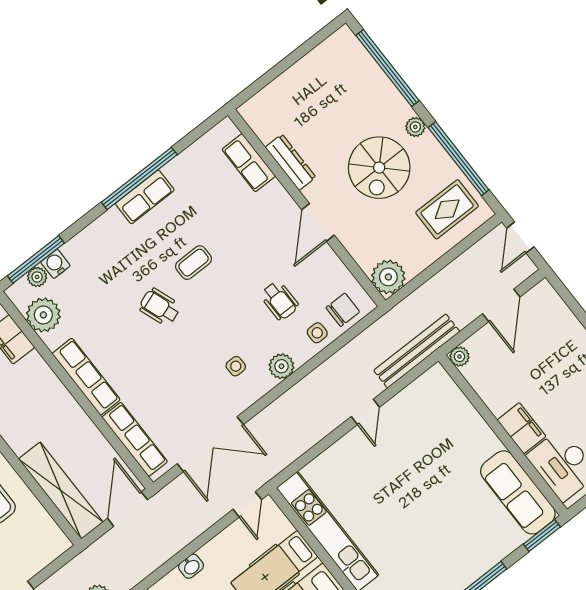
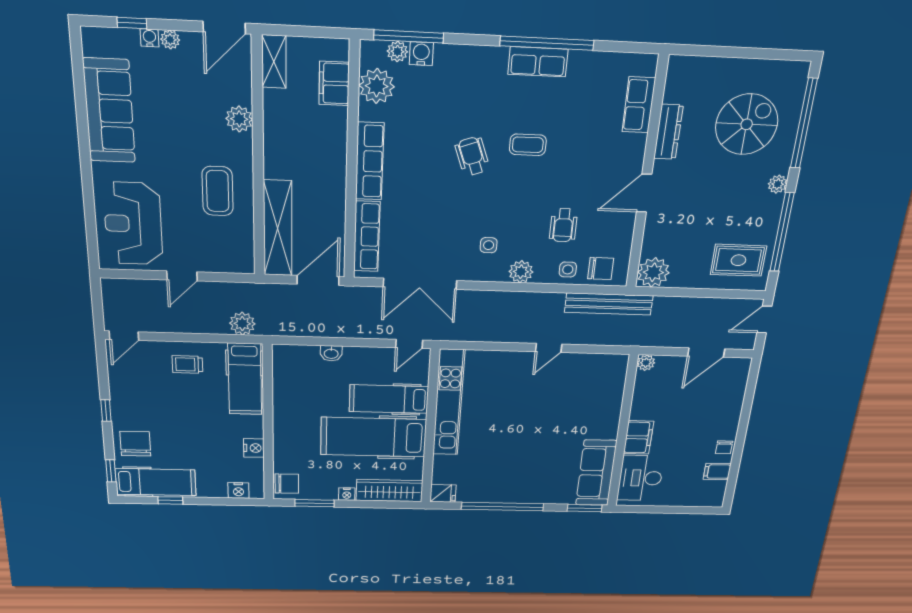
spiral stairs: (379, 168) -> (747, 124), moved, turned 180
bench: (417, 351) -> (609, 304), moved

